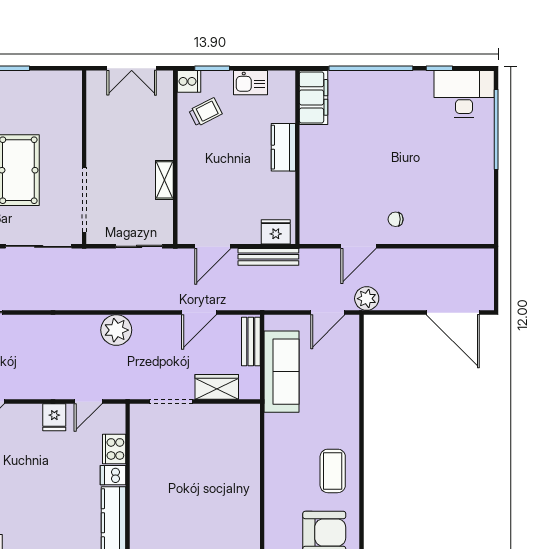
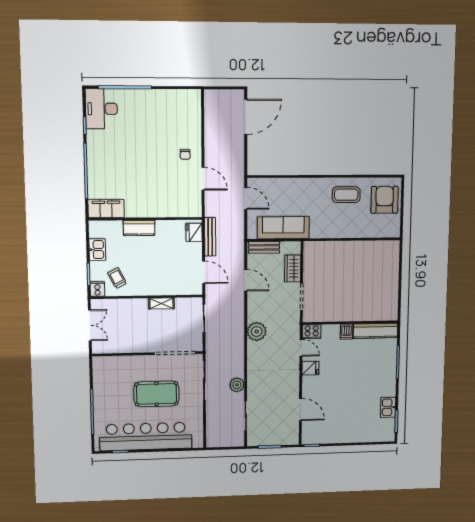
plant: (367, 299) -> (237, 385), moved
cooker: (114, 449) -> (312, 332), moved

